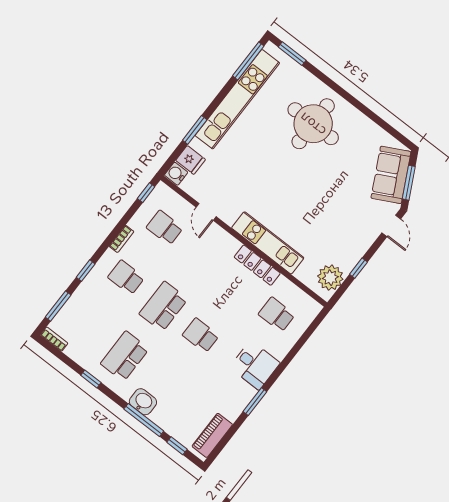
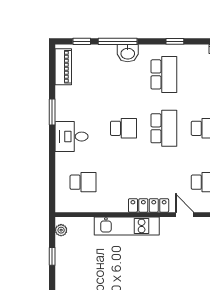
locker: (257, 265) -> (149, 205), moved
plant: (330, 278) -> (61, 230), width x0.53, depth x0.53

